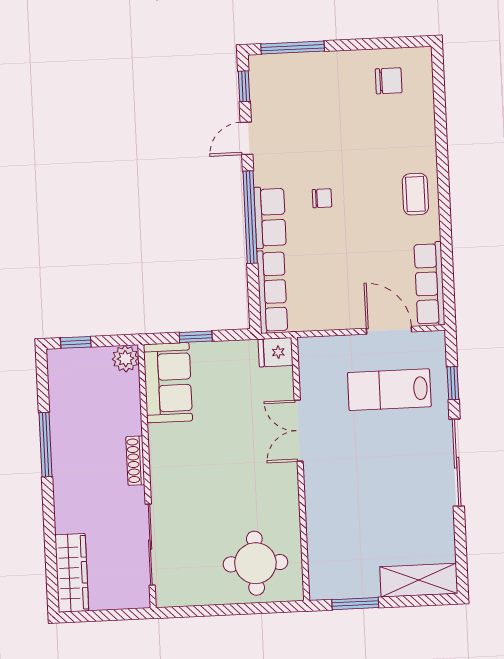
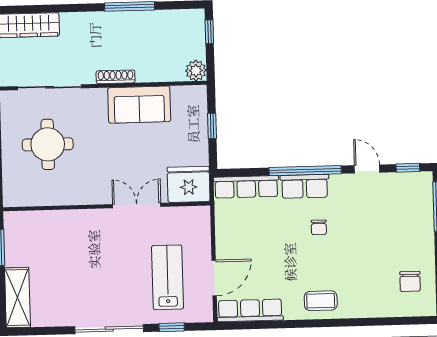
fridge: (276, 352) -> (189, 184), width x1.88, depth x1.34
sofa: (168, 383) -> (139, 105), moved
round table: (255, 563) -> (48, 144), moved

